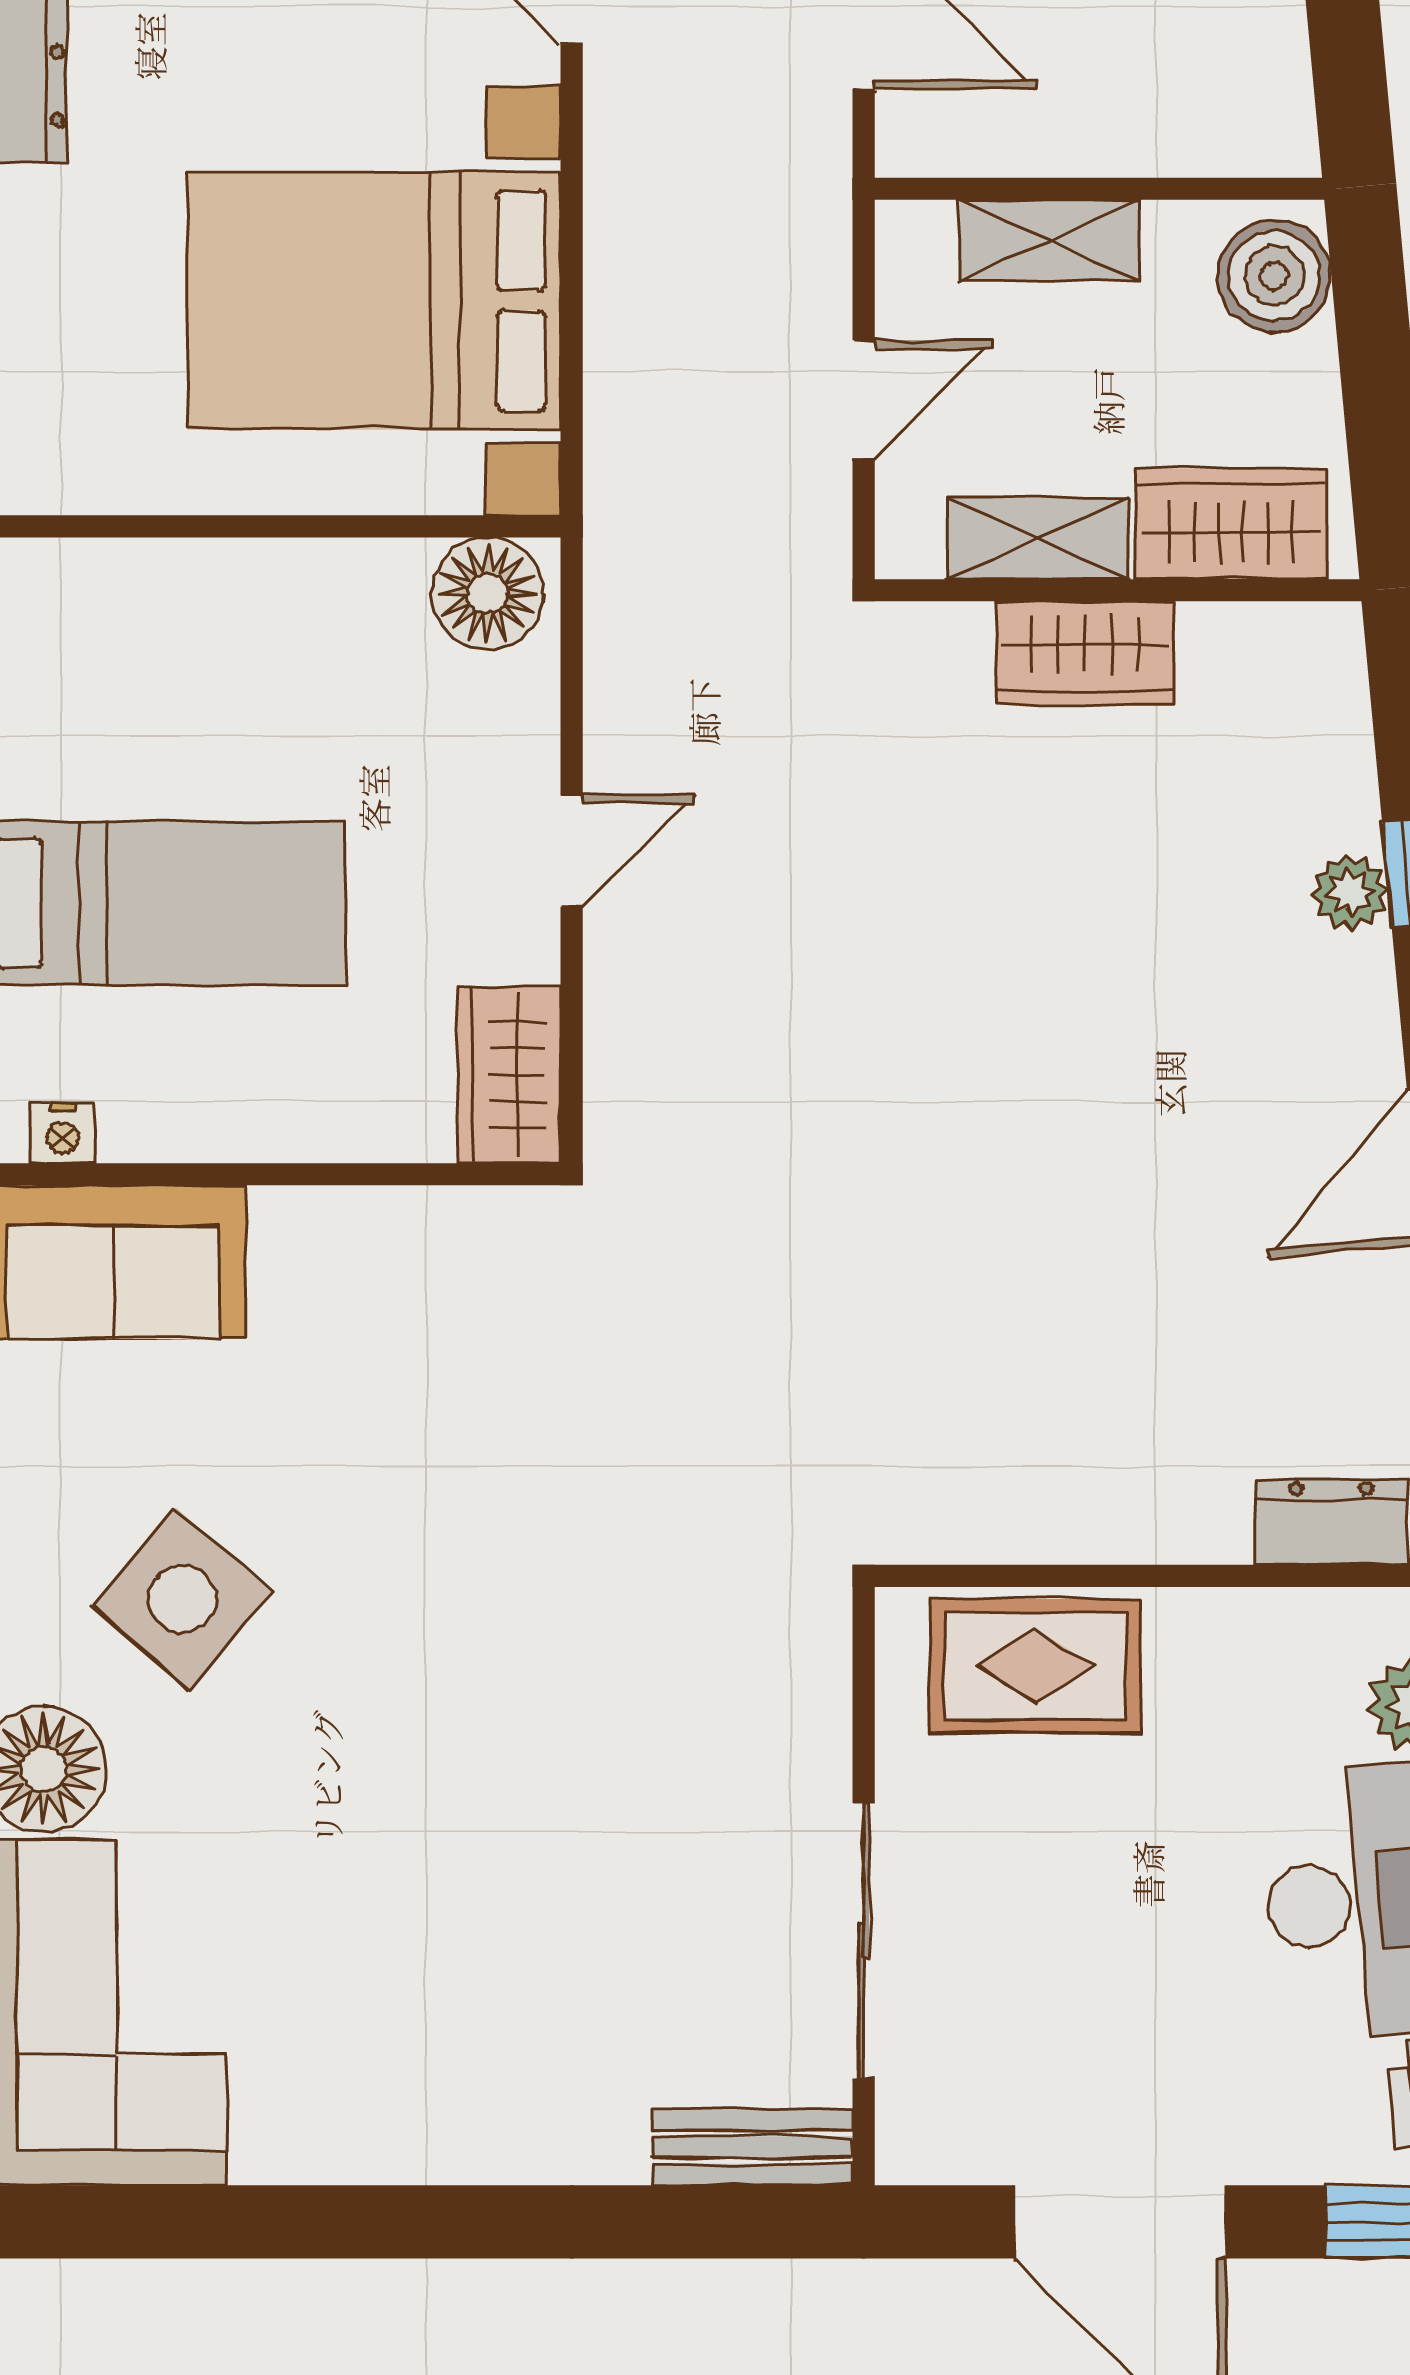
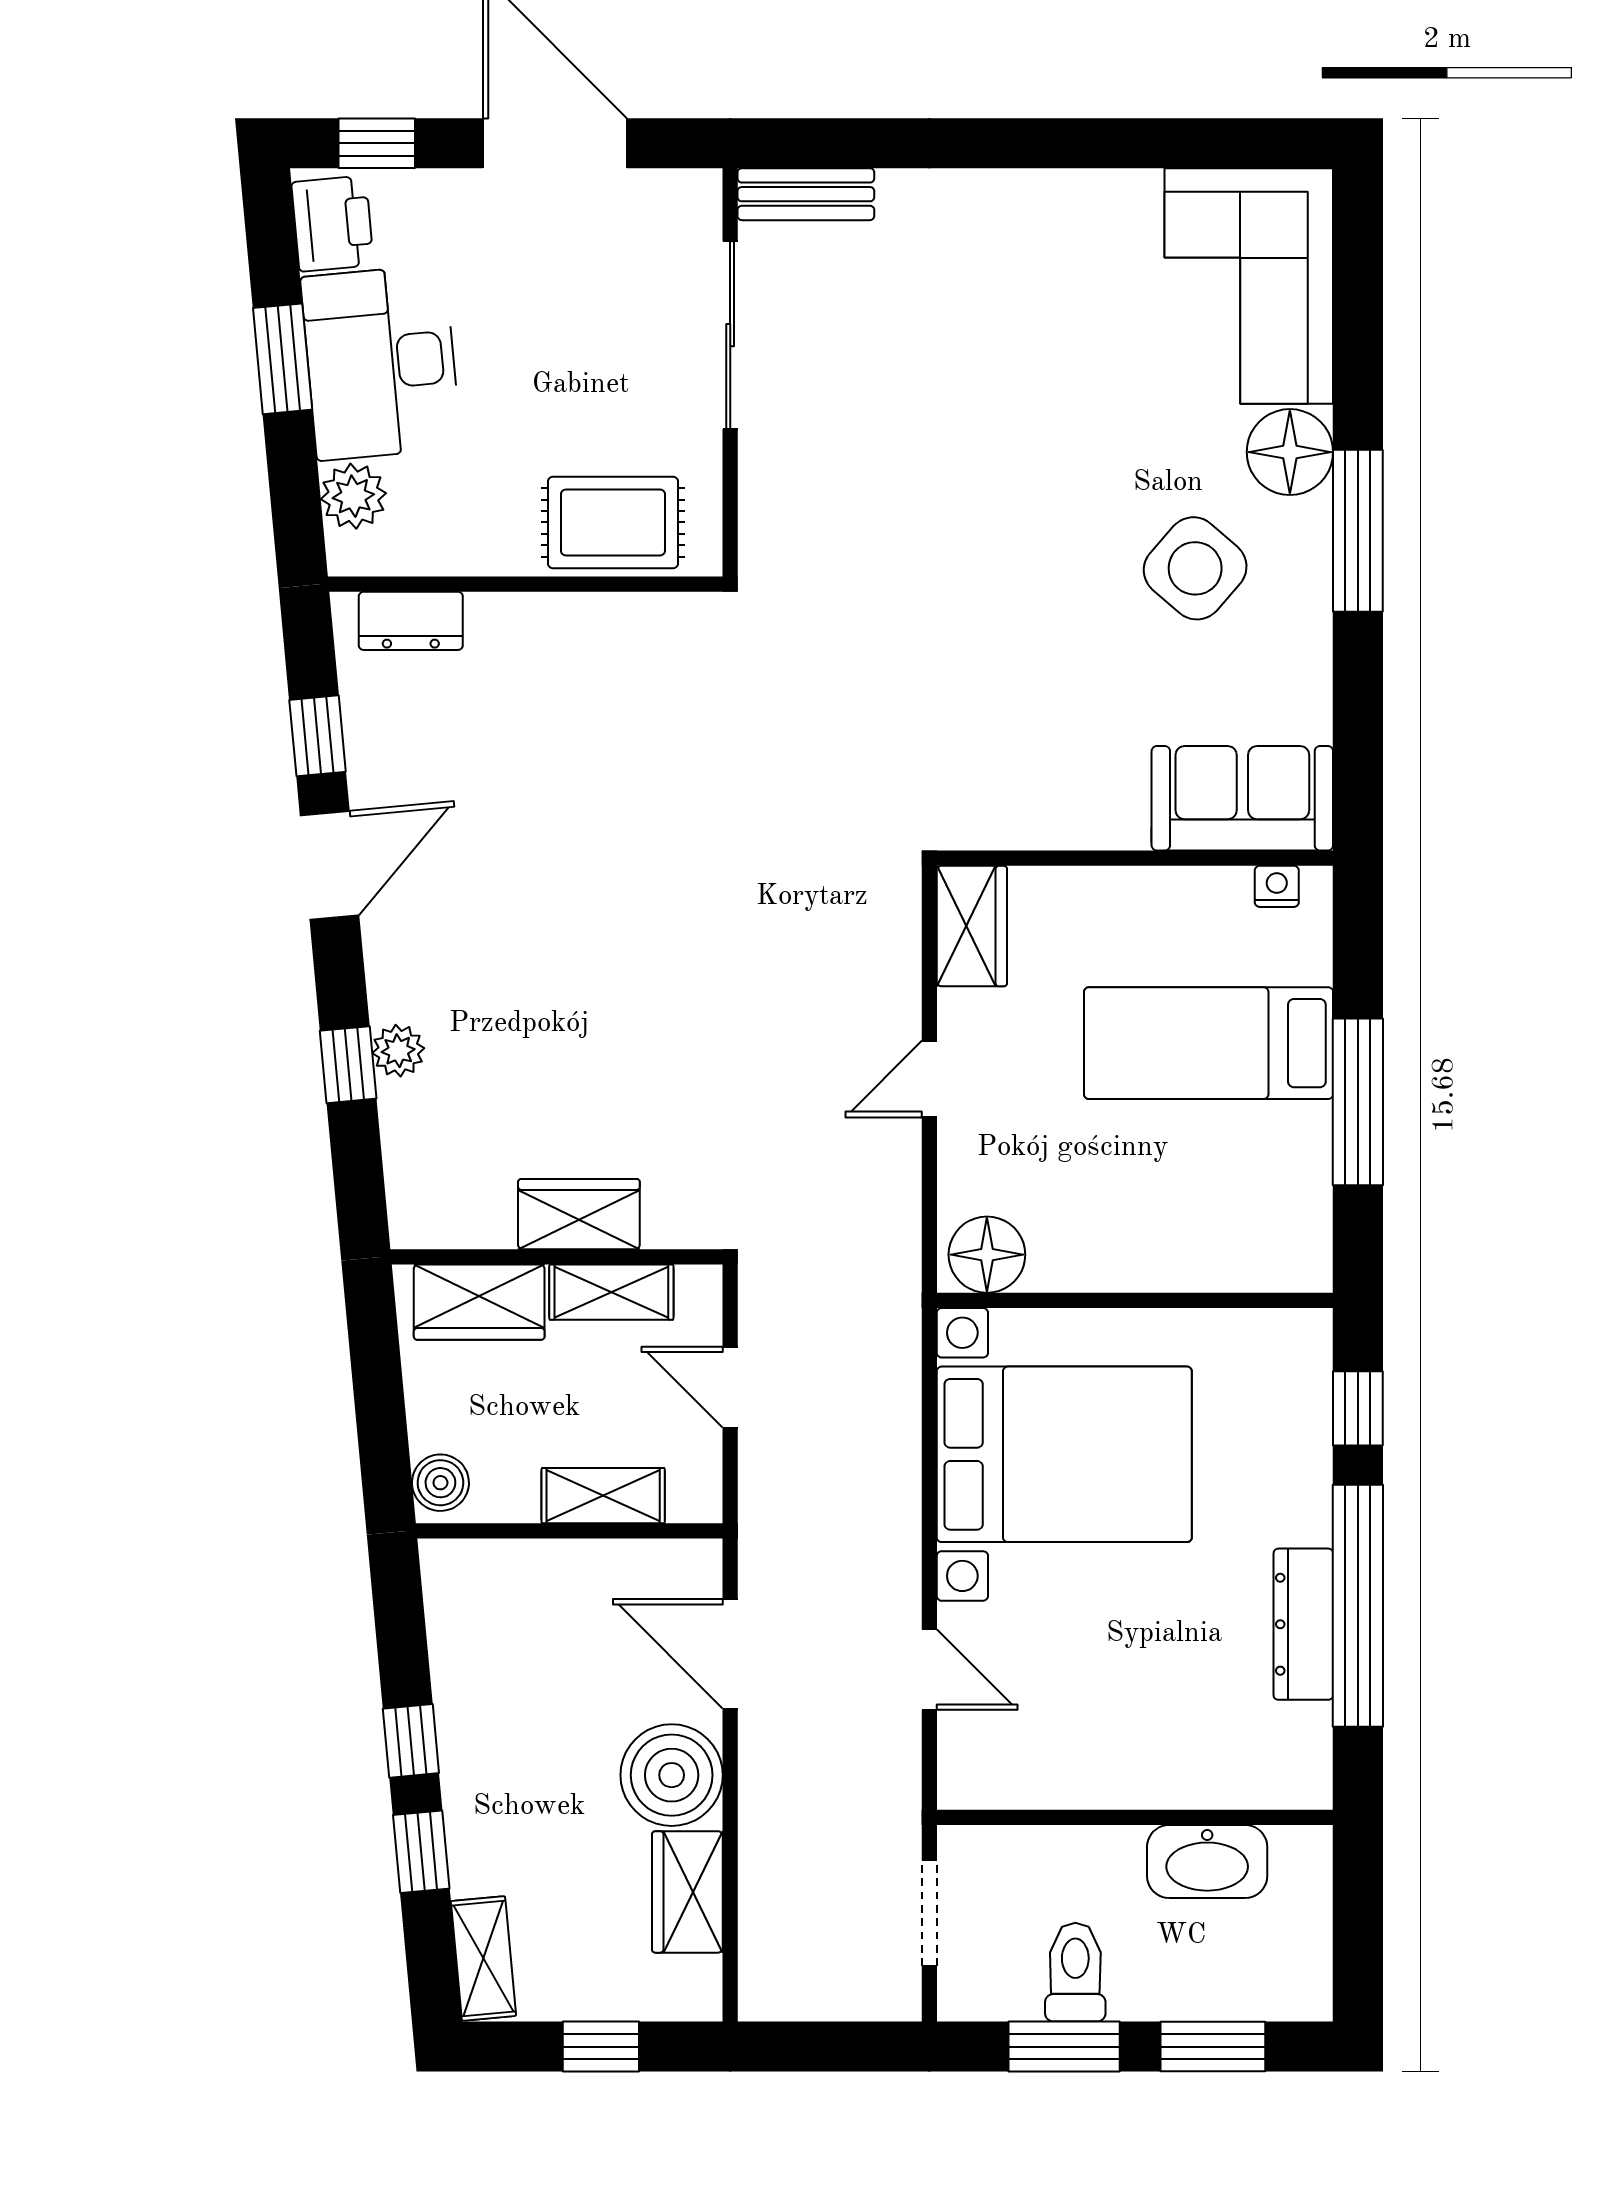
boiler: (1274, 276) -> (440, 1483), width x0.73, depth x0.73
door: (864, 399) -> (730, 1387), hinge flipped

